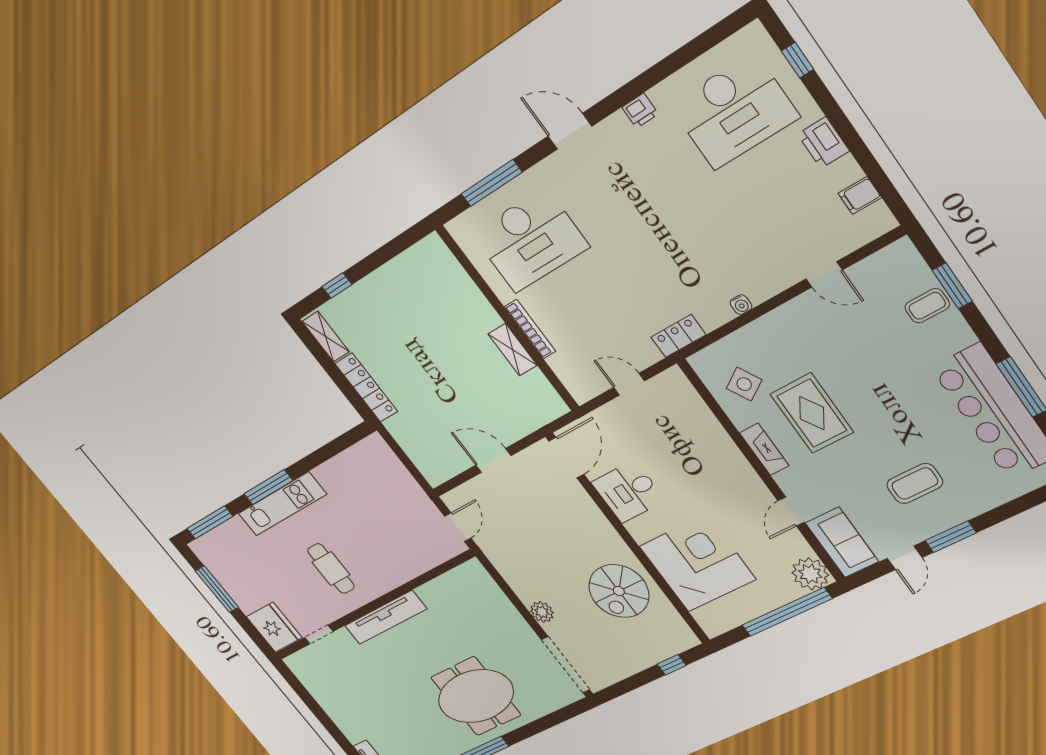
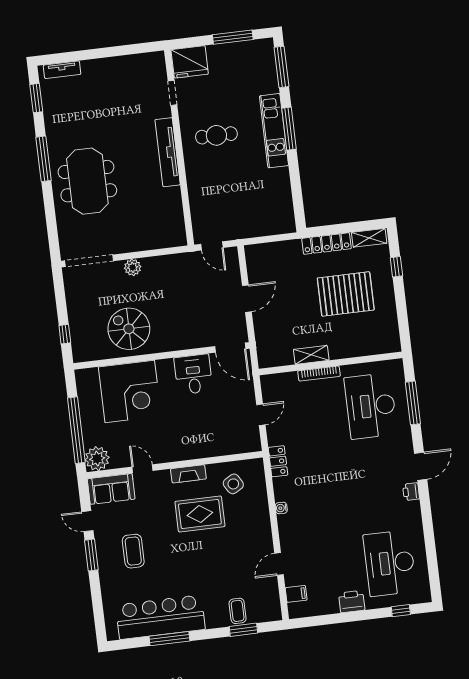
printer: (640, 111) -> (411, 492), moved
filing cabinet: (860, 195) -> (296, 594), moved, turned 90
pallet: (410, 337) -> (346, 294), added

